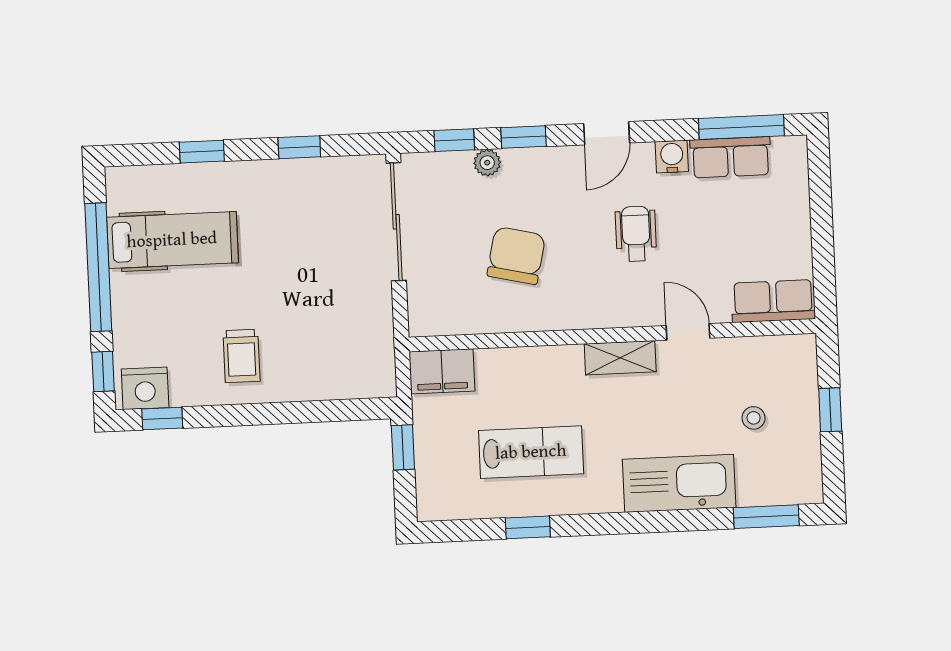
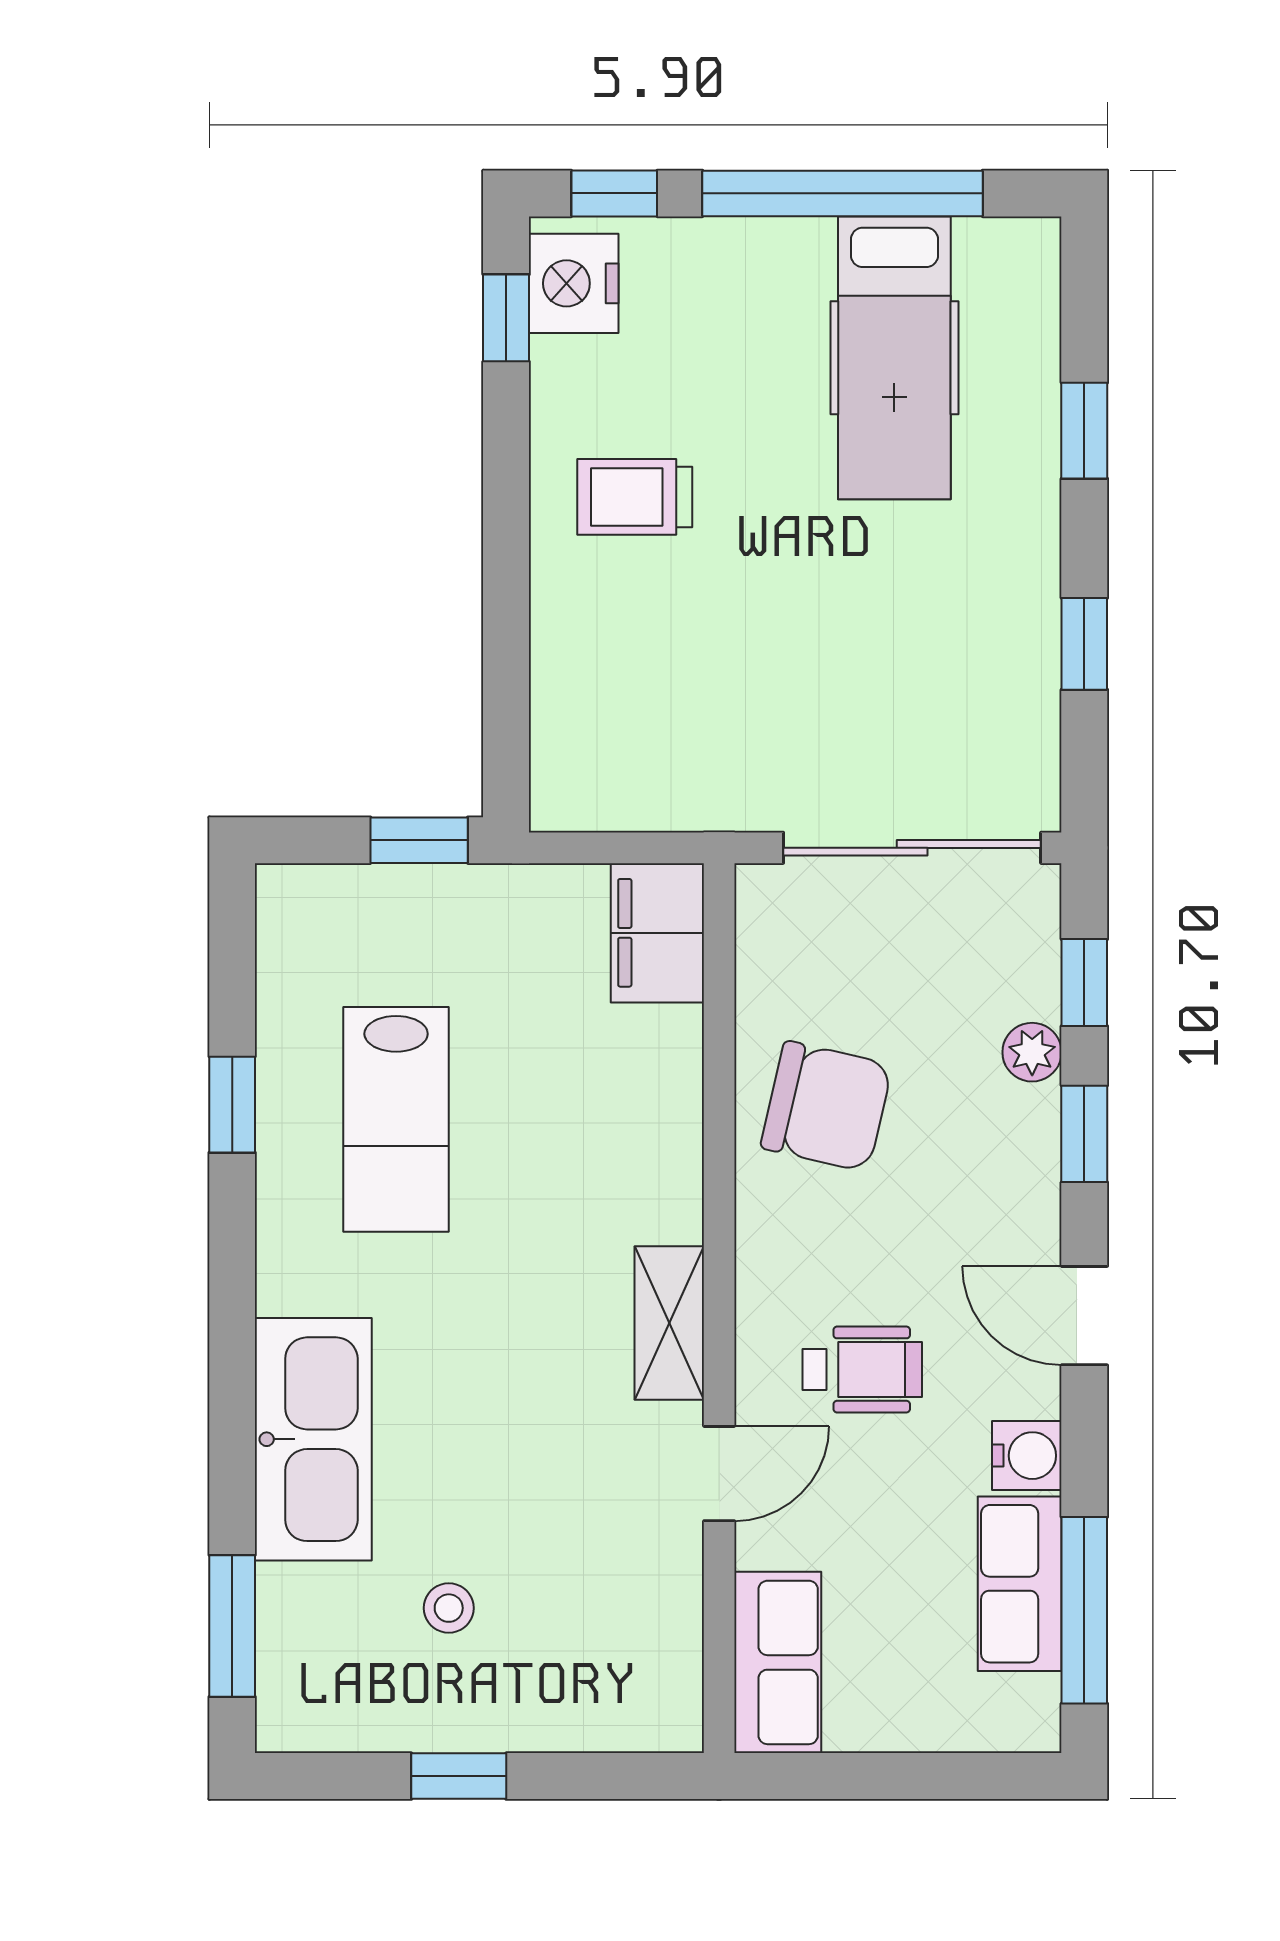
row of seats: (773, 301) -> (778, 1662), moved
door: (688, 332) -> (719, 1474), moved
wall: (612, 335) -> (719, 1308), moved
shelving: (620, 358) -> (669, 1323), moved
filing cabinet: (442, 371) -> (657, 933), moved

